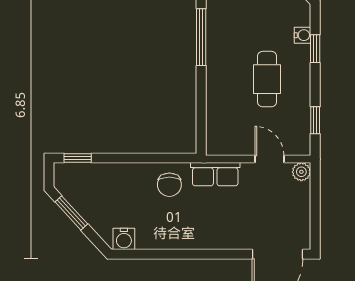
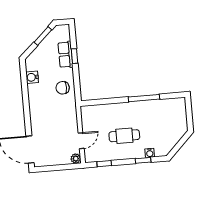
window: (78, 158) -> (74, 56), moved
row of seats: (215, 174) -> (66, 55), moved
water cooler: (124, 239) -> (32, 77), moved

